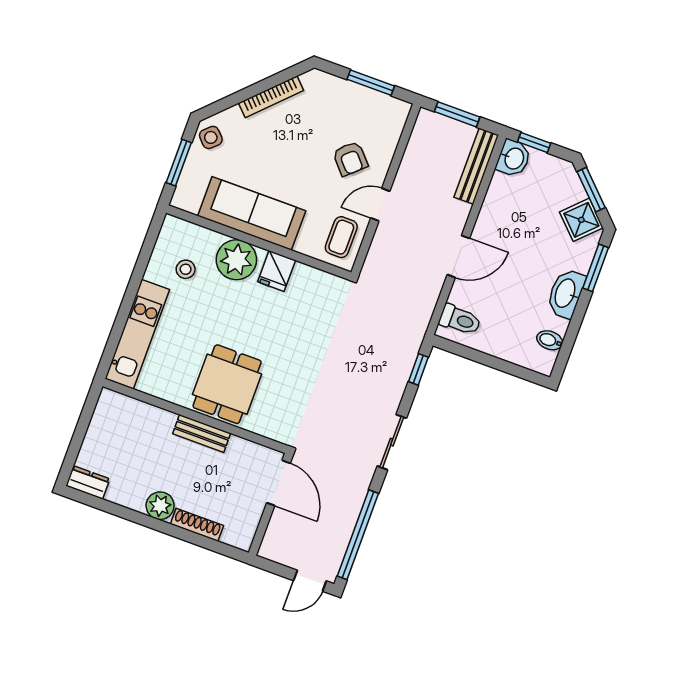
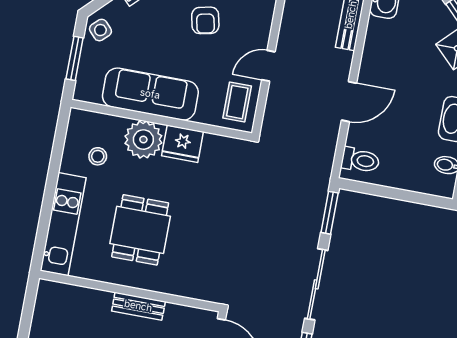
armchair: (350, 159) -> (205, 20), moved, turned 30
fridge: (277, 271) -> (182, 144), width x1.38
window: (418, 369) -> (330, 213), width x1.50
dining table: (227, 384) -> (140, 230), moved
sliding door: (392, 442) -> (316, 284), width x1.37

